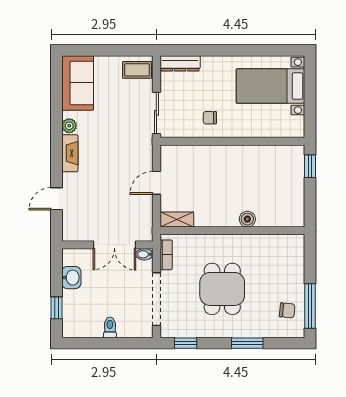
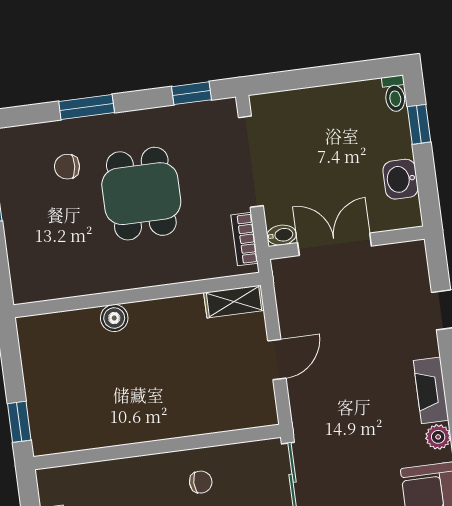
chair: (287, 310) -> (67, 167), moved
toilet: (110, 327) -> (395, 94), moved

